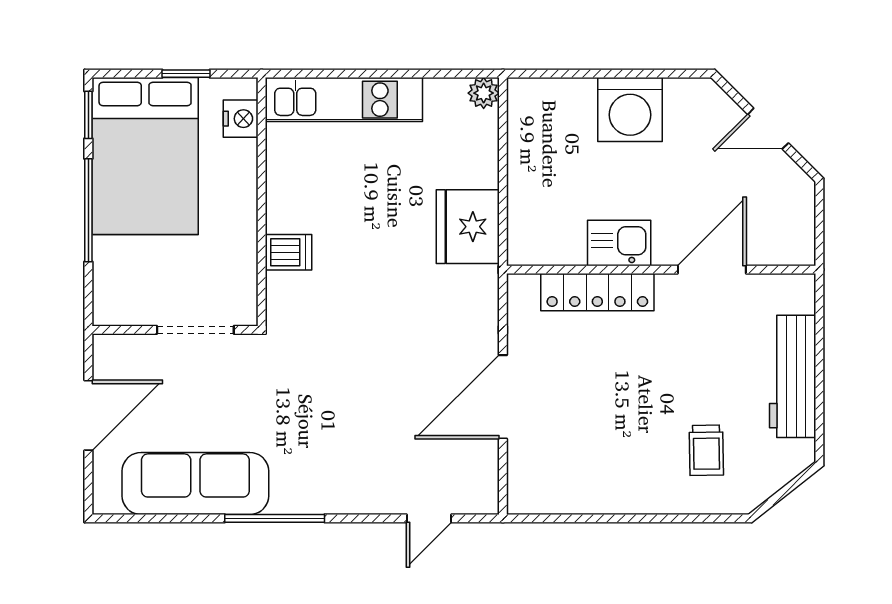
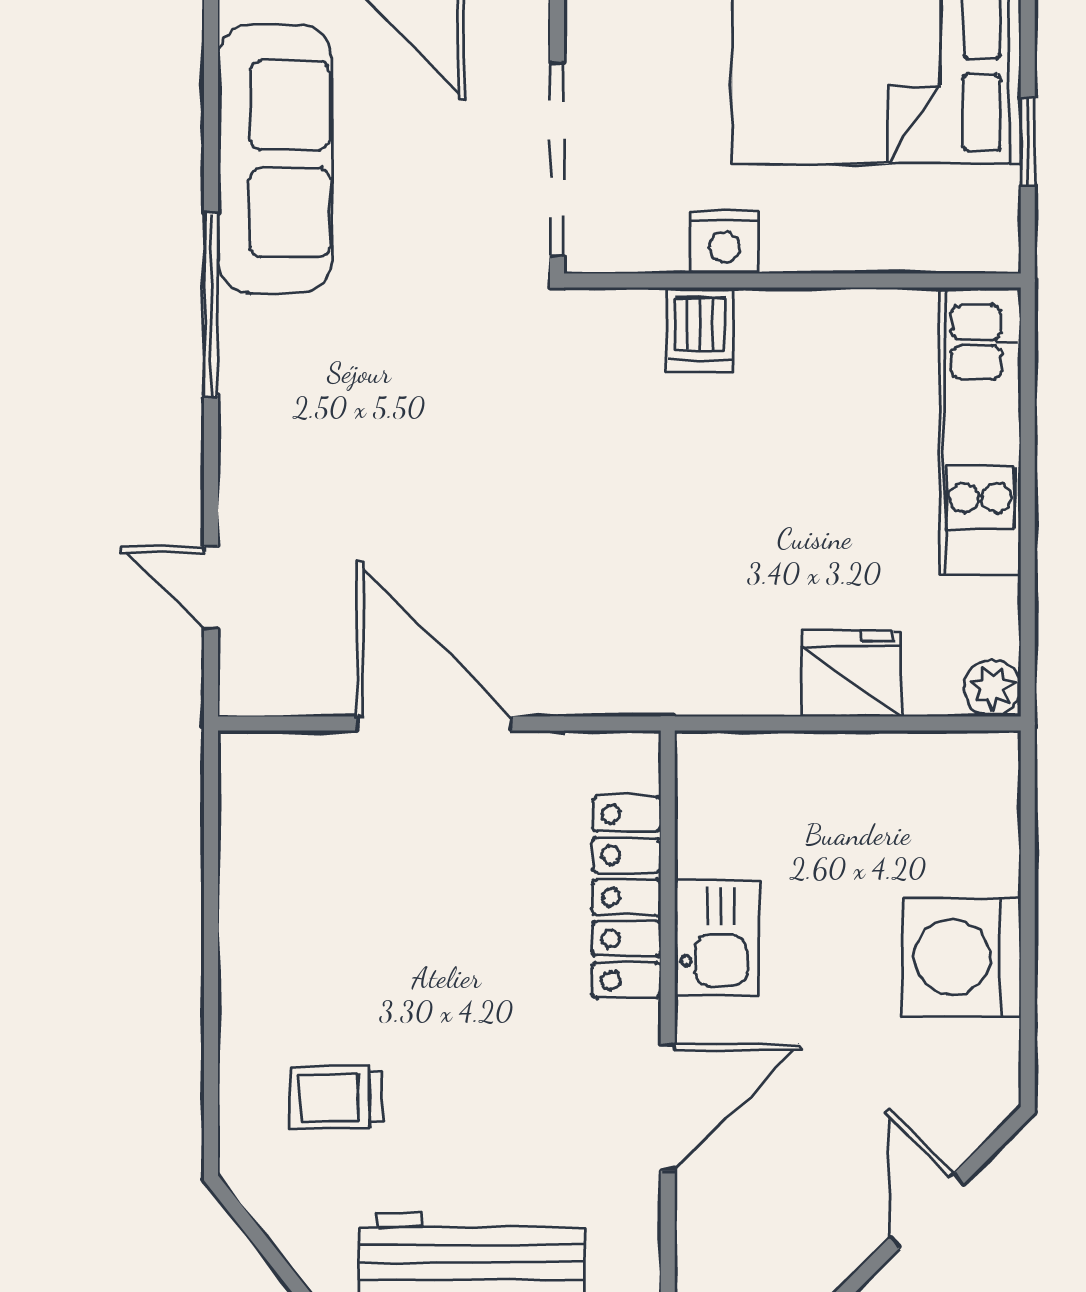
nightstand: (241, 119) -> (725, 242), moved
fridge: (468, 227) -> (852, 674), moved, width x0.73, depth x0.75
door: (712, 270) -> (668, 1108), hinge flipped
doorway: (195, 330) -> (557, 159), width x1.36

